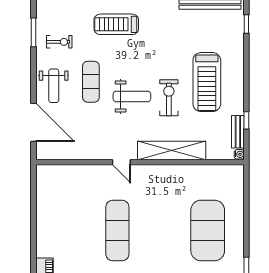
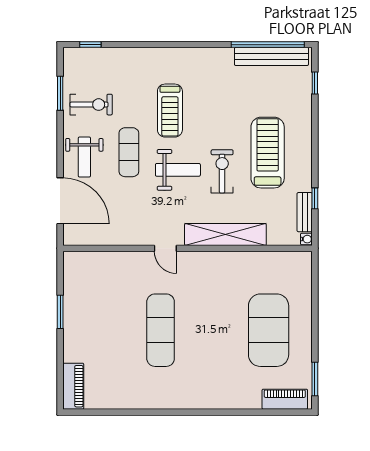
treadmill: (116, 24) -> (170, 111), moved, turned -90
exercise bike: (59, 42) -> (91, 105), width x1.38, depth x1.39
treadmill: (207, 82) -> (268, 153), turned 180
window: (33, 215) -> (60, 312), added

